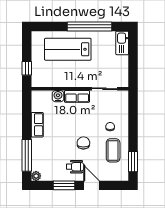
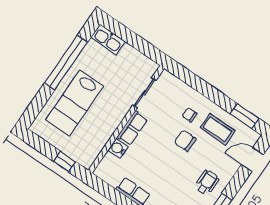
chair: (83, 143) -> (185, 141), moved
door: (92, 185) -> (252, 160), moved

